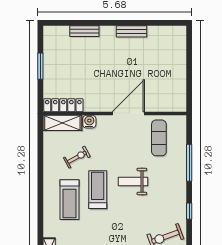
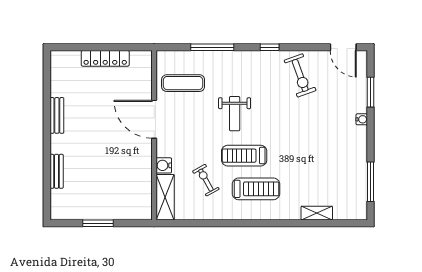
locker: (63, 105) -> (105, 58), moved, turned -90

